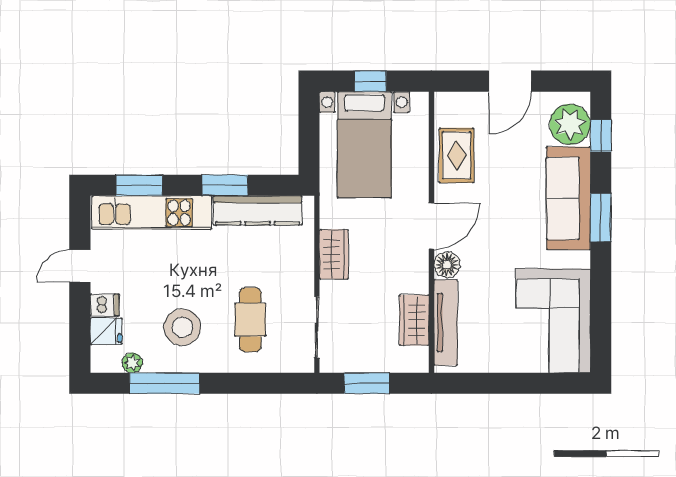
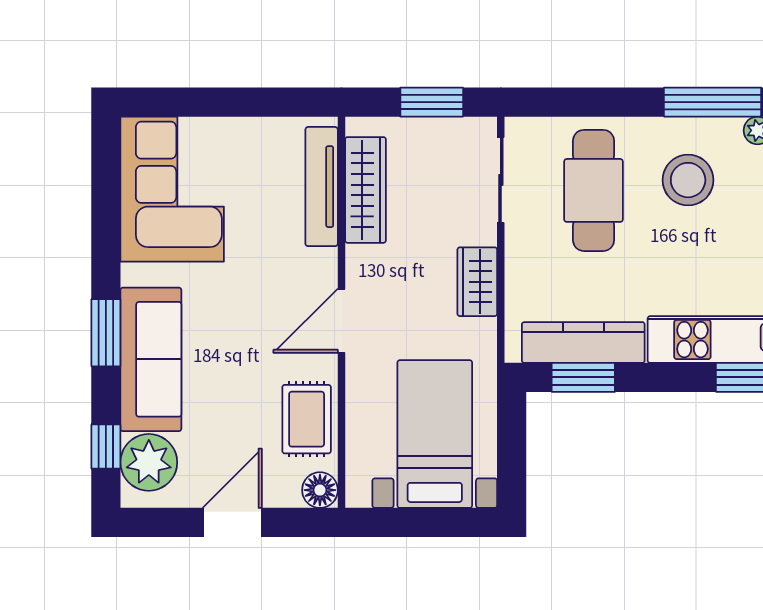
window: (370, 81) -> (426, 522), removed
window: (225, 185) -> (583, 377), moved
floor lamp: (447, 265) -> (320, 490), moved
cafe table: (250, 320) -> (594, 190), width x1.37, depth x1.35
wardrobe: (414, 320) -> (365, 190), width x1.50

